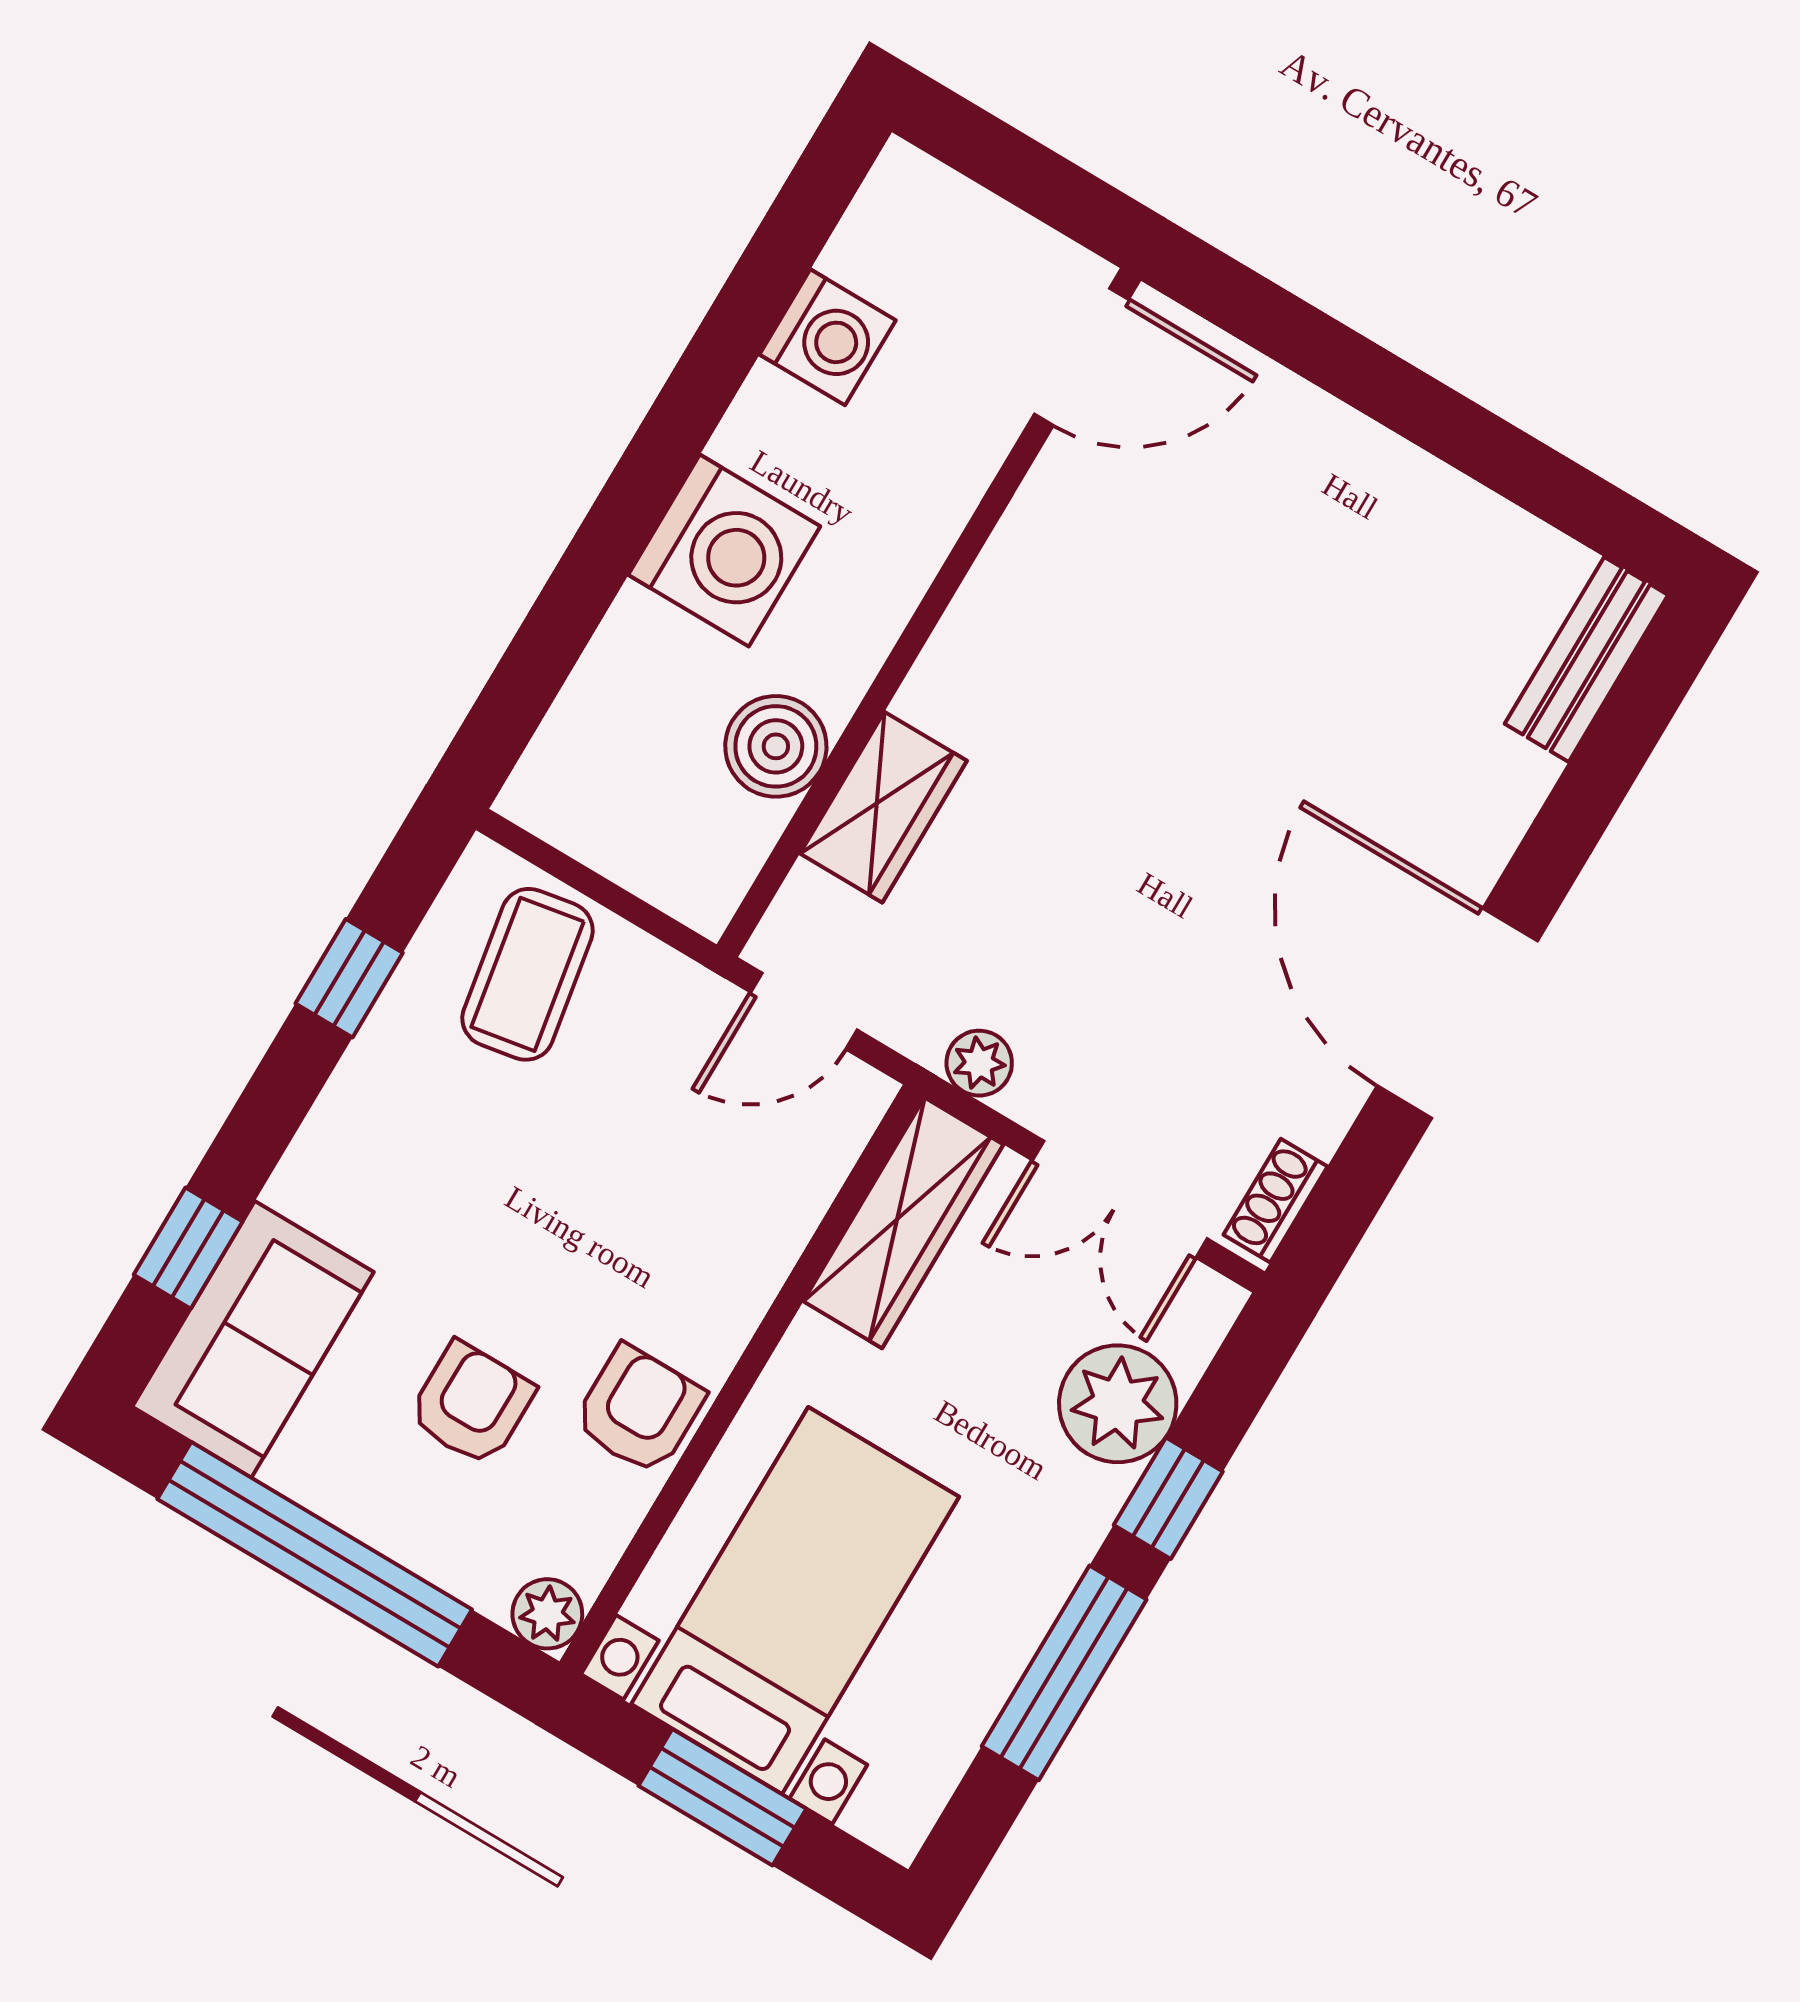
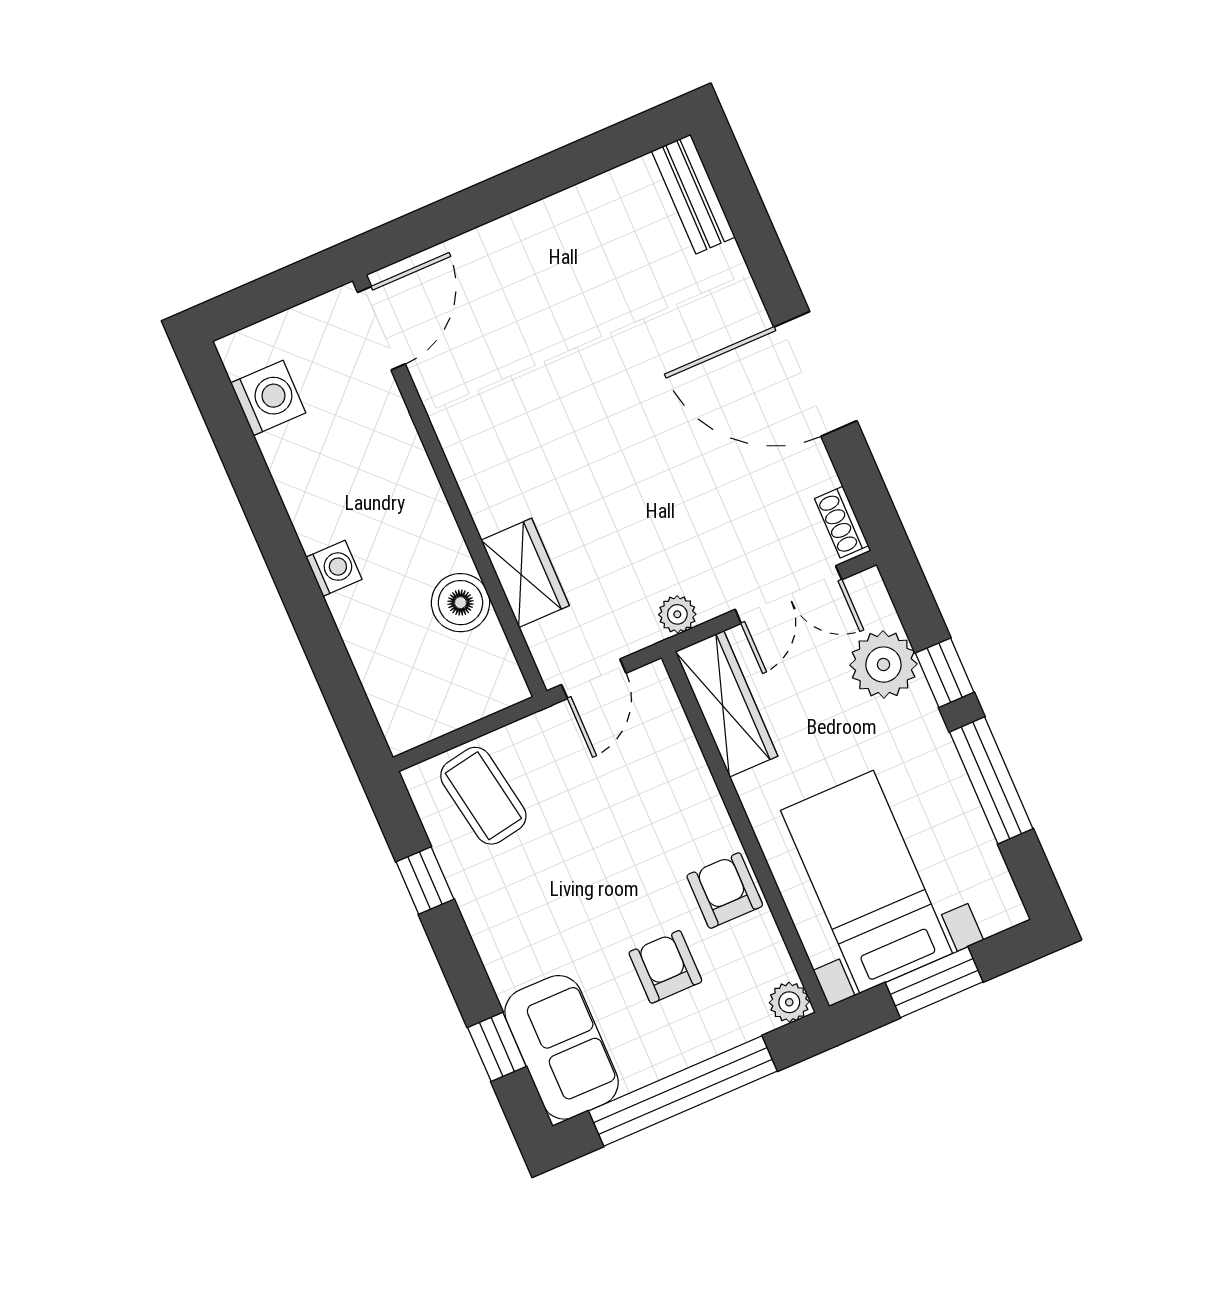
washing machine: (828, 337) -> (268, 398), moved
washing machine: (724, 551) -> (334, 568), width x0.53, depth x0.53

